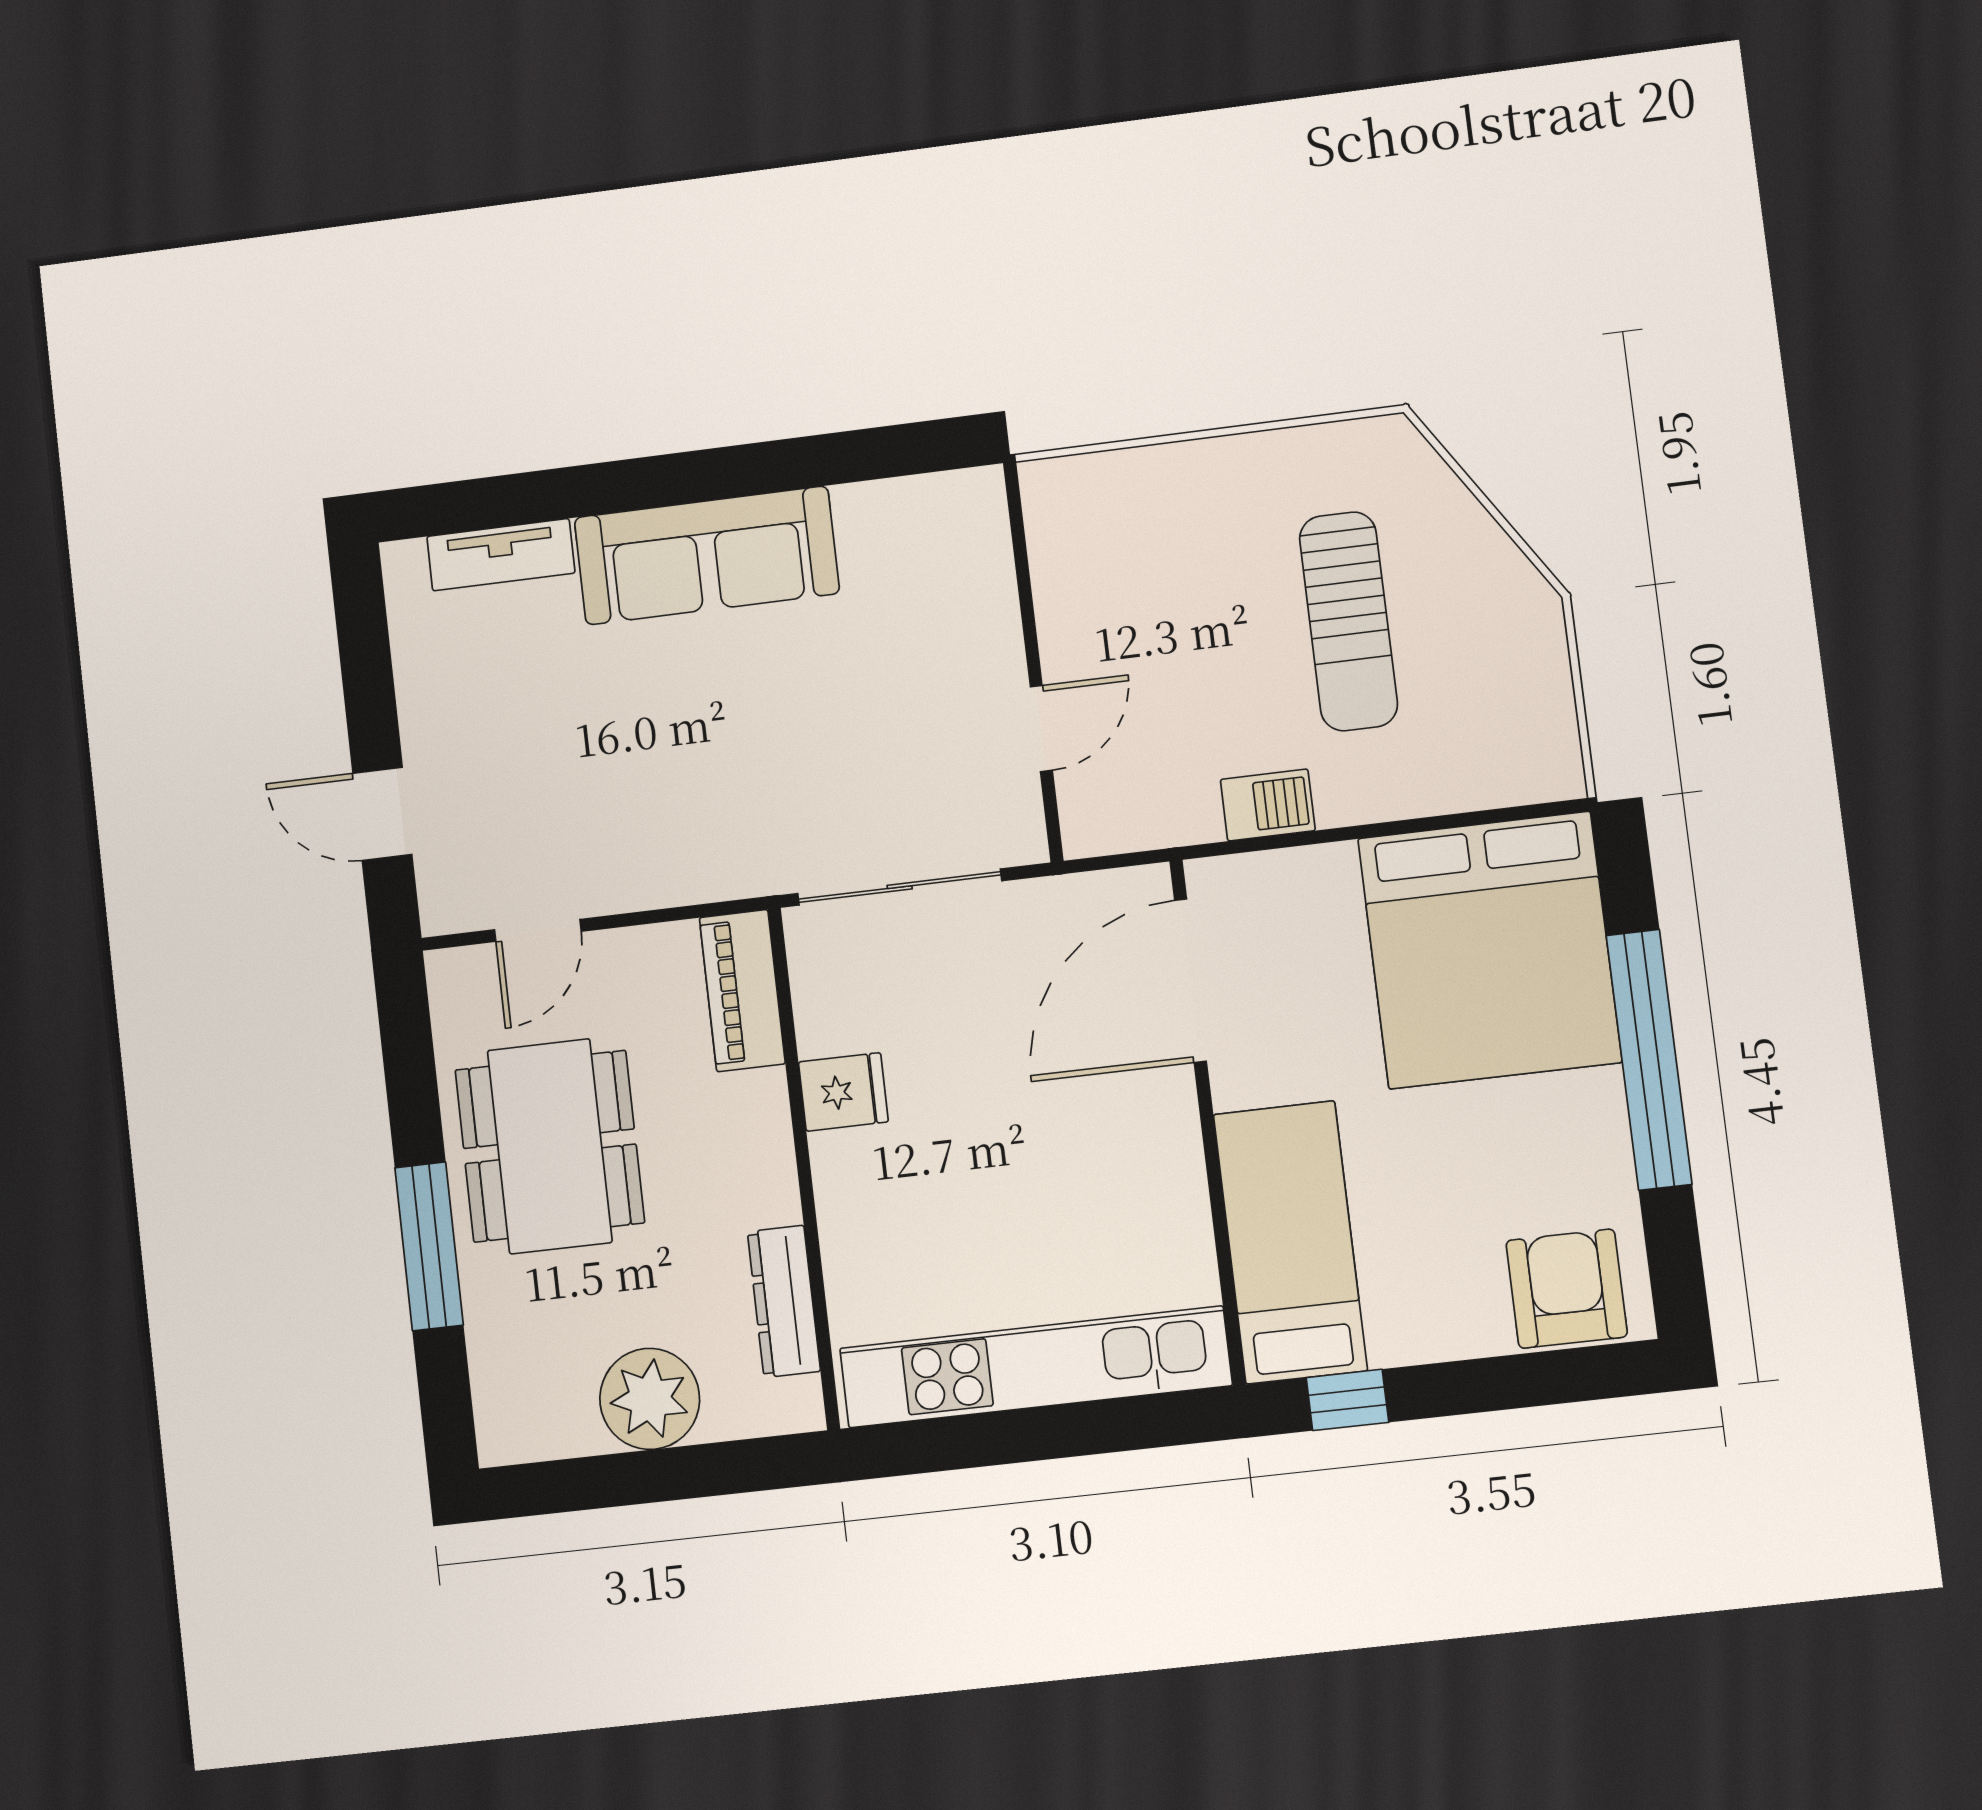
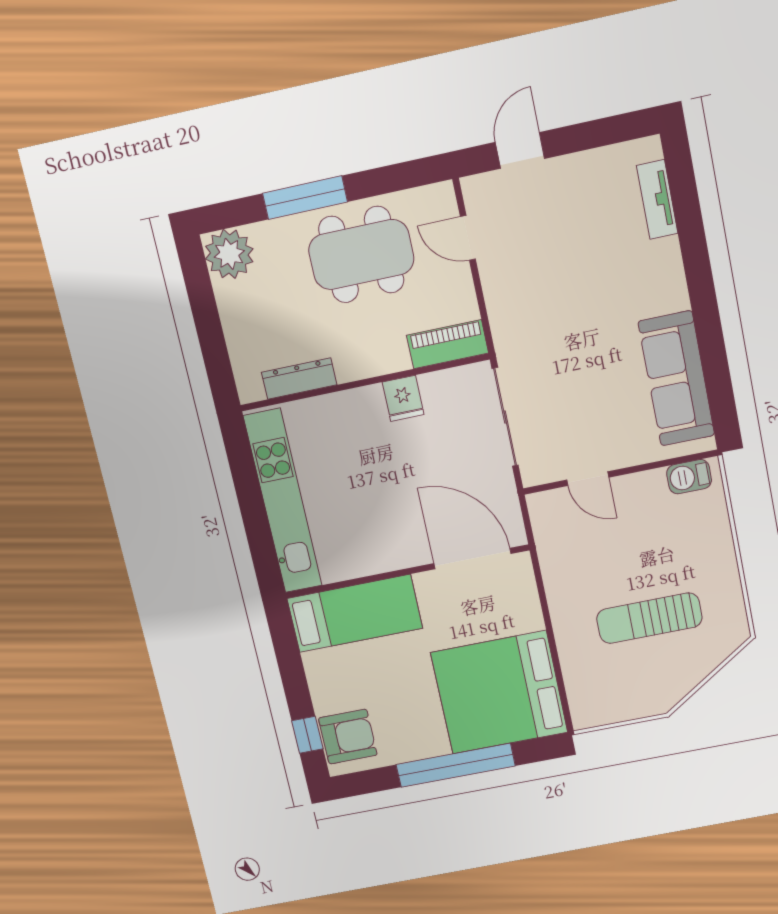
sofa: (707, 555) -> (676, 379), moved
barbecue: (1268, 805) -> (689, 477), moved, turned 90
plant: (650, 1399) -> (229, 254), moved
window: (1347, 1400) -> (307, 735), moved

